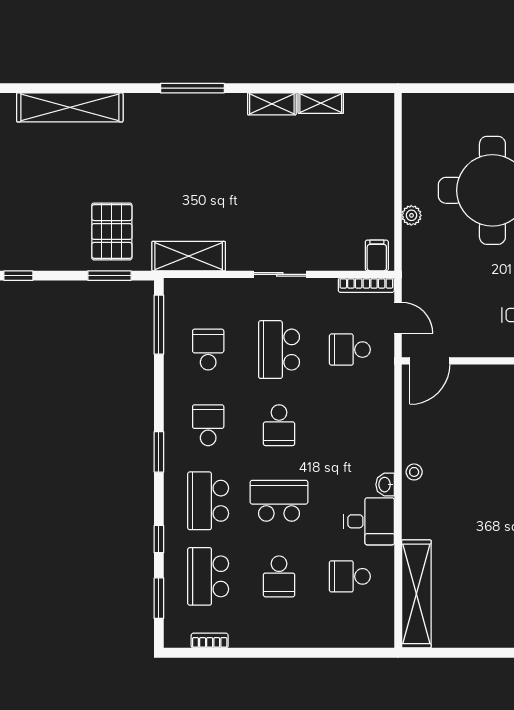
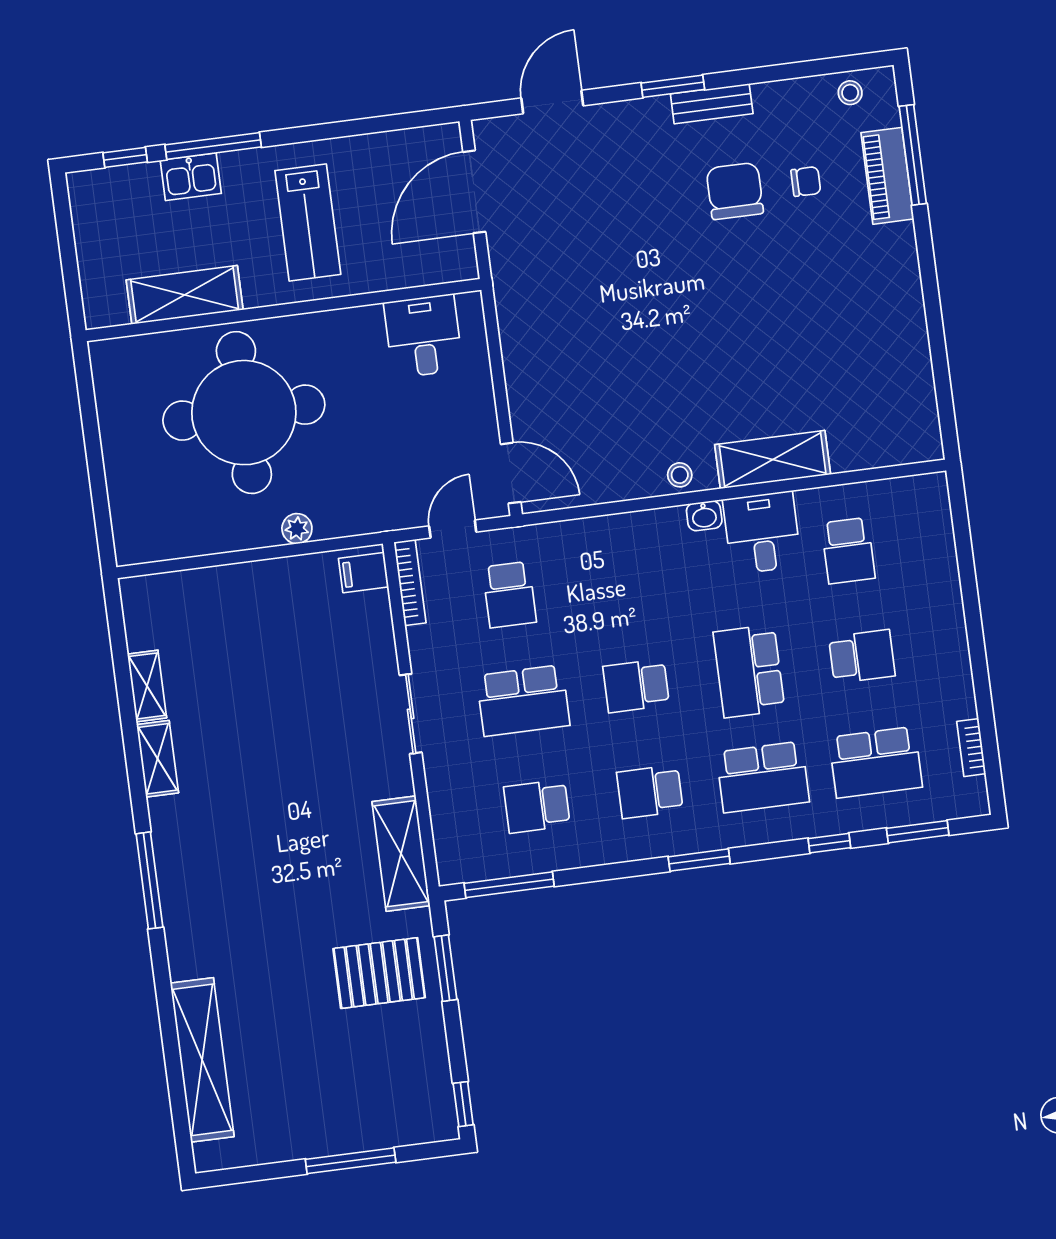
school desk: (279, 425) -> (636, 686), turned 180
shelving: (416, 594) -> (773, 460), moved, width x0.68

